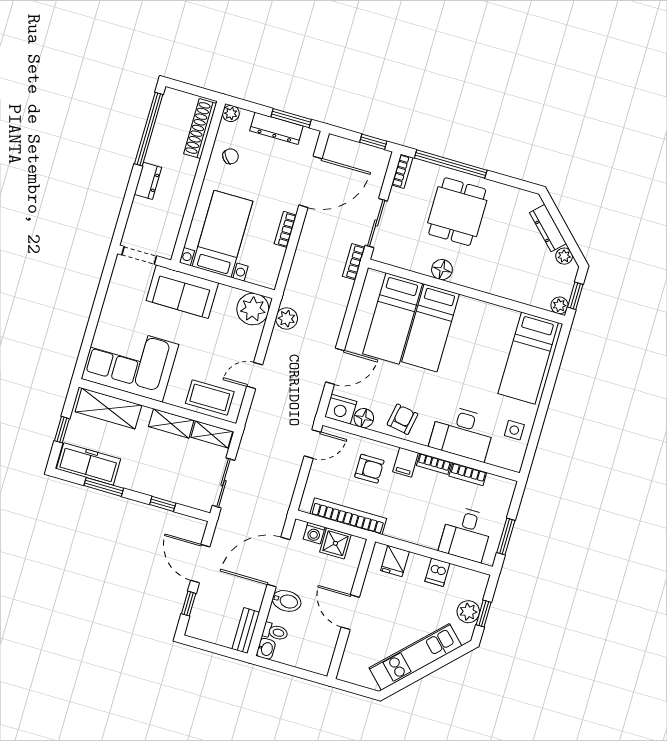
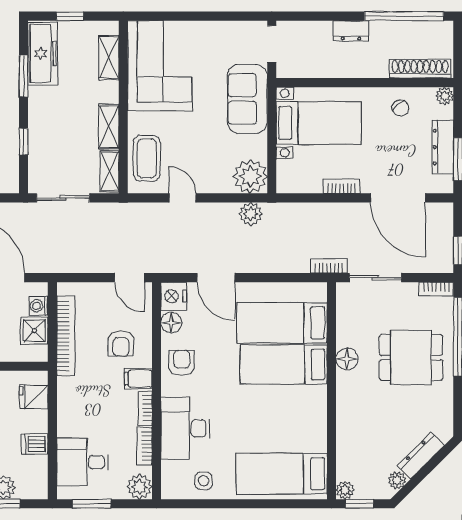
shelving: (108, 408) -> (109, 58), width x0.67, depth x0.75
armchair: (403, 419) -> (182, 363), turned -100
plant: (503, 489) -> (140, 487), added

